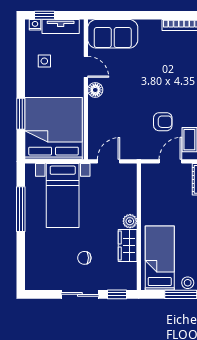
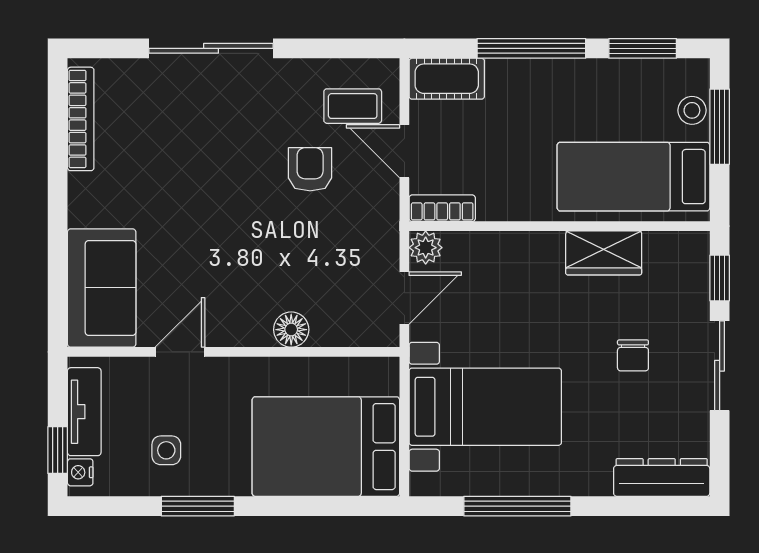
floor lamp: (95, 90) -> (291, 330), moved
window: (21, 114) -> (198, 506), moved
bed: (54, 128) -> (326, 447), width x0.73
door: (109, 161) -> (404, 298), swing flipped
bookcase: (146, 177) -> (442, 208), added
plant: (130, 221) -> (426, 248), moved
dresser: (33, 270) -> (662, 477), added

